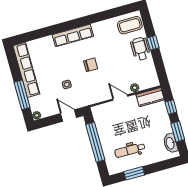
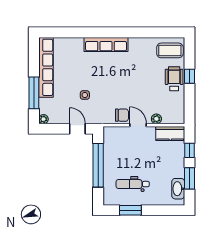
chair: (91, 65) -> (122, 115), moved

